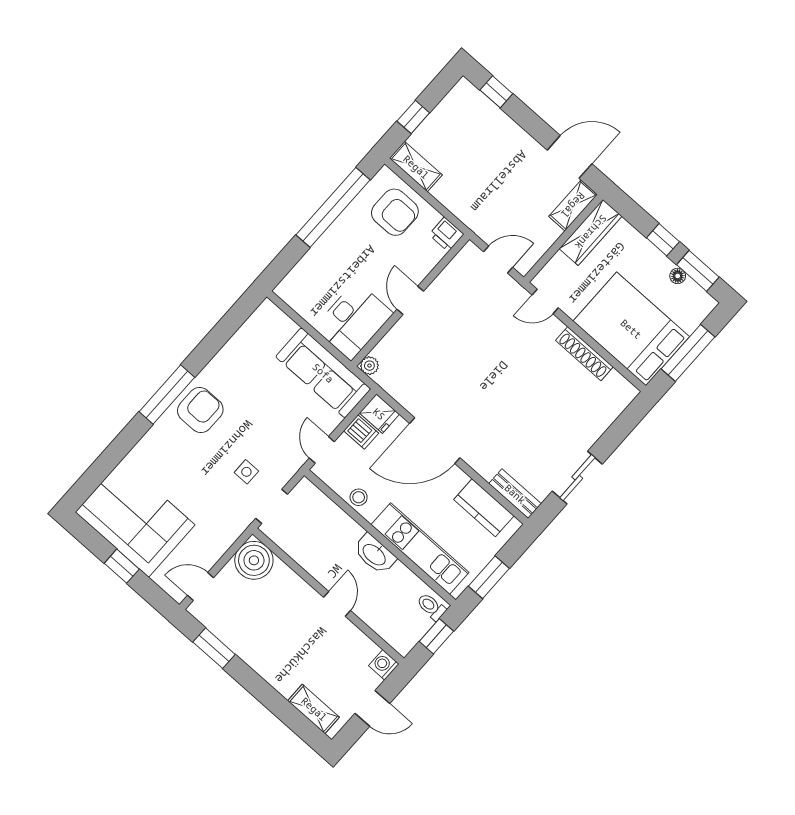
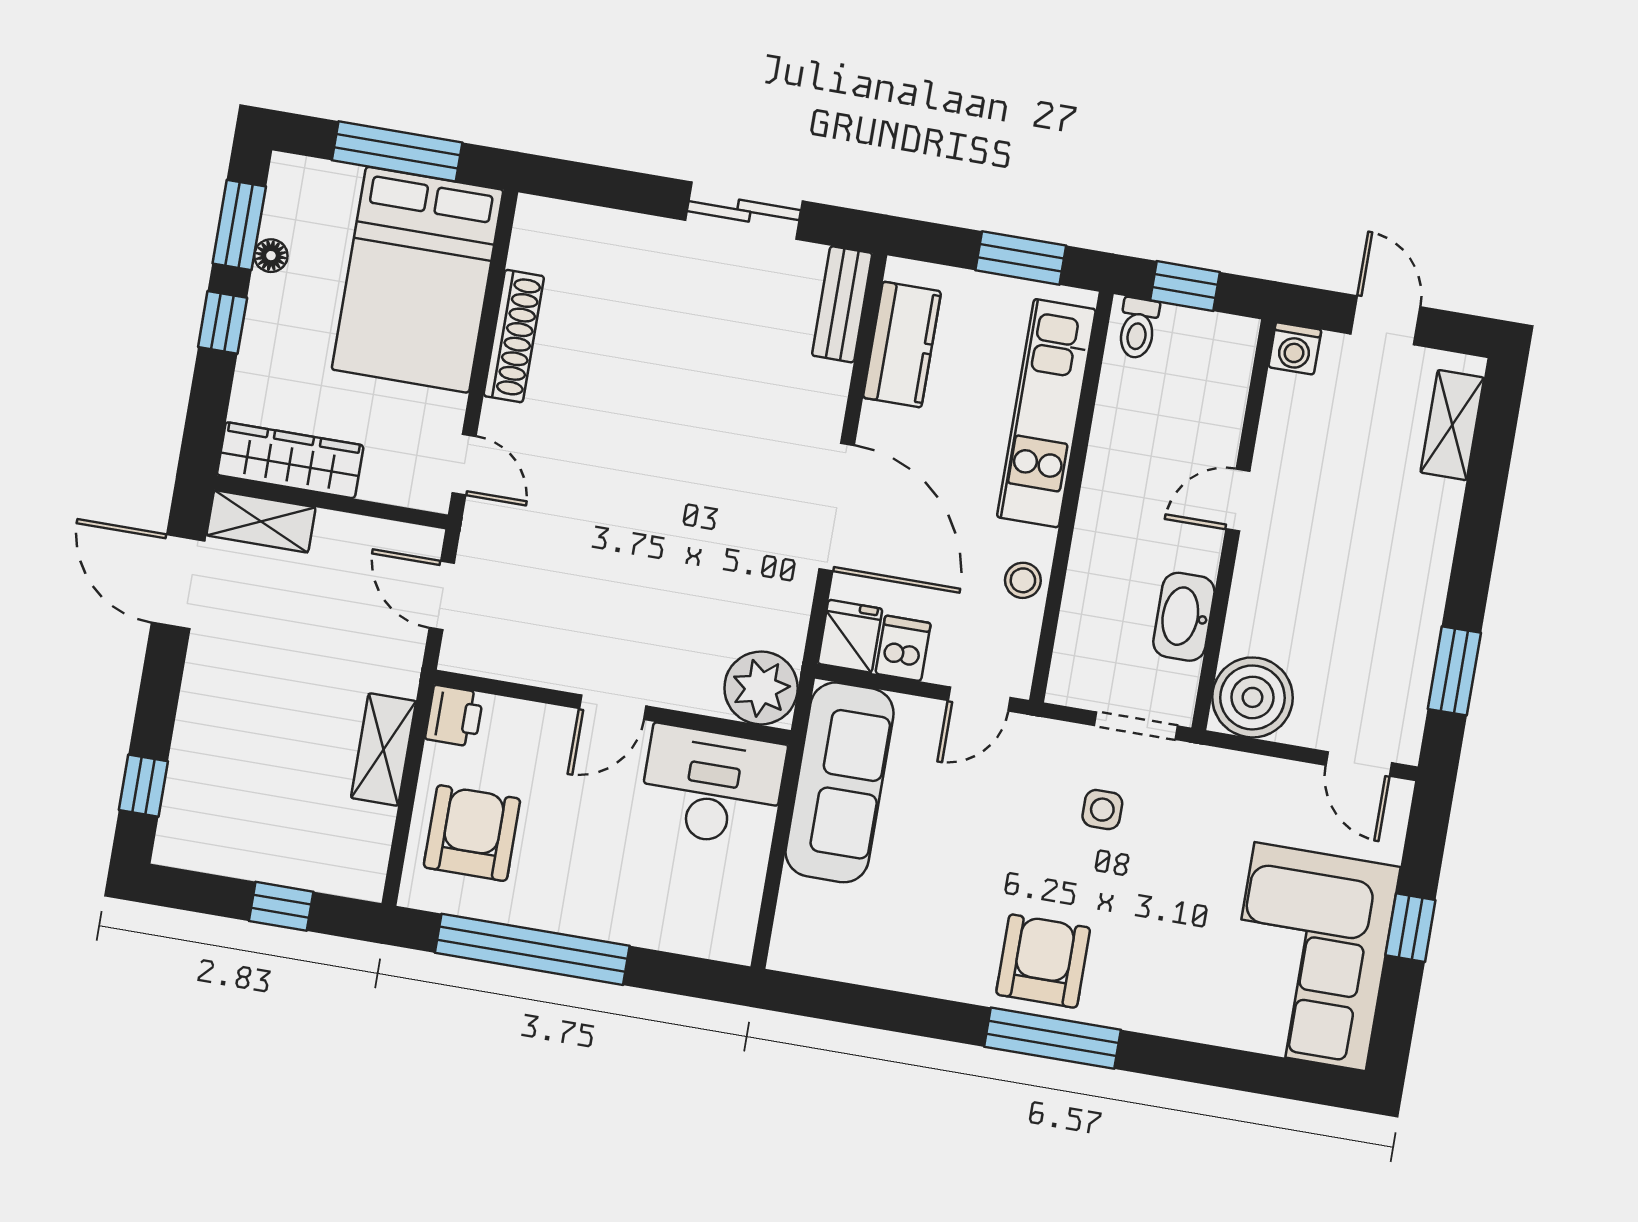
shelving: (416, 167) -> (383, 750), moved
plant: (369, 366) -> (761, 688), width x1.88, depth x1.88
armchair: (200, 410) -> (1043, 961), turned 90
washbasin: (375, 554) -> (1184, 617), moved, turned 180

